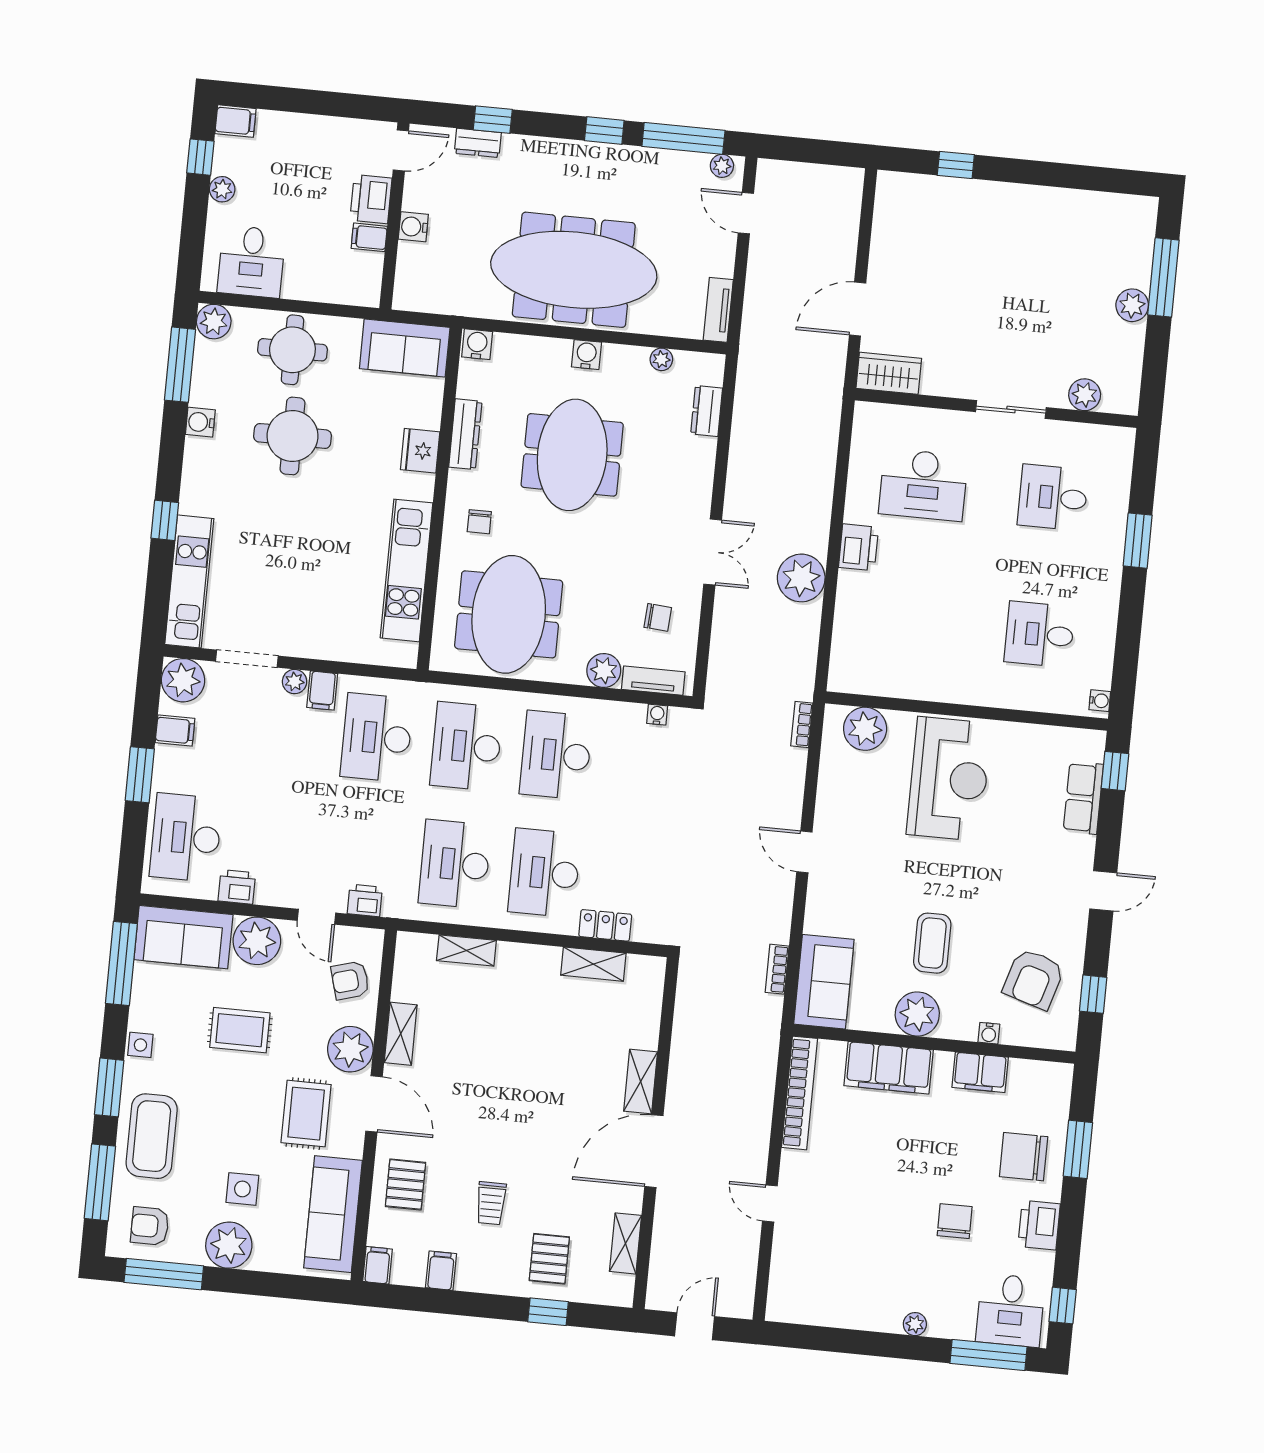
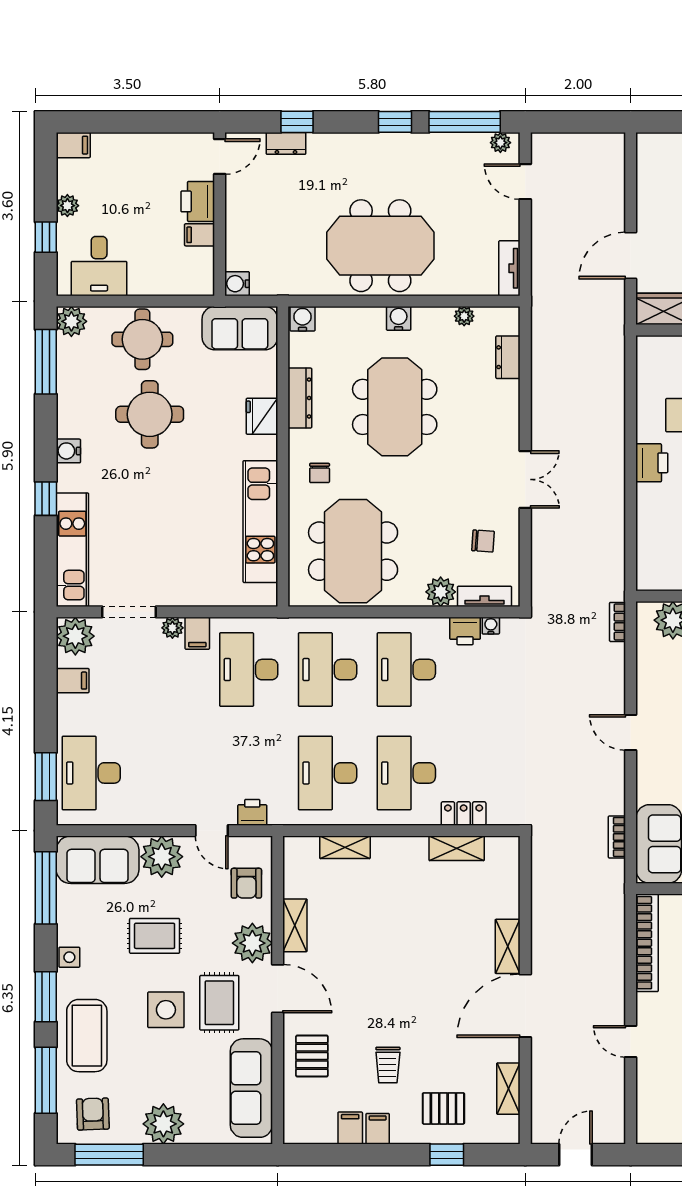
window: (200, 157) -> (46, 237), moved
water cooler: (413, 227) -> (237, 284), moved
meeting table: (574, 270) -> (380, 246), width x0.73
water cooler: (200, 422) -> (68, 451), moved
plant: (801, 578) -> (605, 494), removed
window: (140, 775) -> (46, 777), moved
printer: (237, 887) -> (465, 631), moved, turned 180
armchair: (350, 980) -> (246, 883), turned -74
side table: (242, 1189) -> (166, 1010), moved, width x1.37, depth x1.37
armchair: (150, 1226) -> (93, 1114), turned 88
pallet: (549, 1259) -> (443, 1108), turned 90
filing cabinet: (377, 1265) -> (378, 1129), moved

